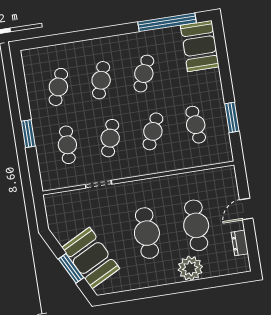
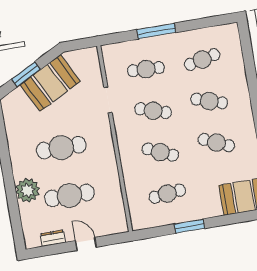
cafe table: (58, 87) -> (202, 60), turned -33
window: (232, 117) -> (189, 226), moved
window: (28, 134) -> (156, 31), width x1.44
booth: (91, 258) -> (50, 83), moved

